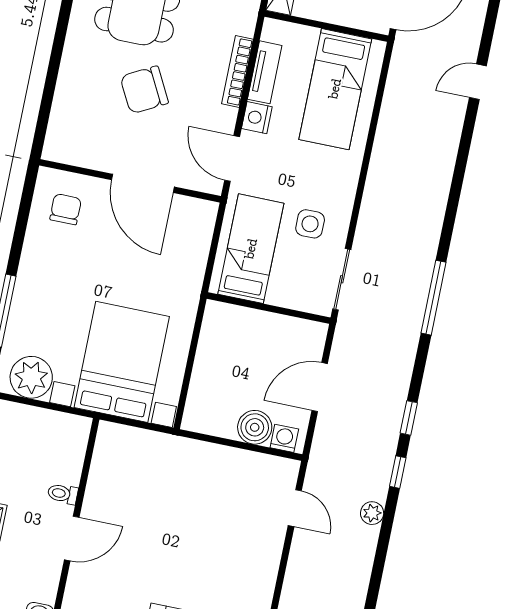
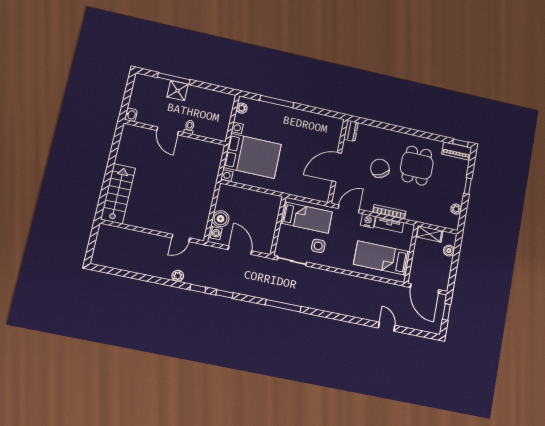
dresser: (64, 151) -> (351, 131), added
chair: (66, 209) -> (324, 131), removed
plant: (31, 377) -> (242, 108), width x0.53, depth x0.53

